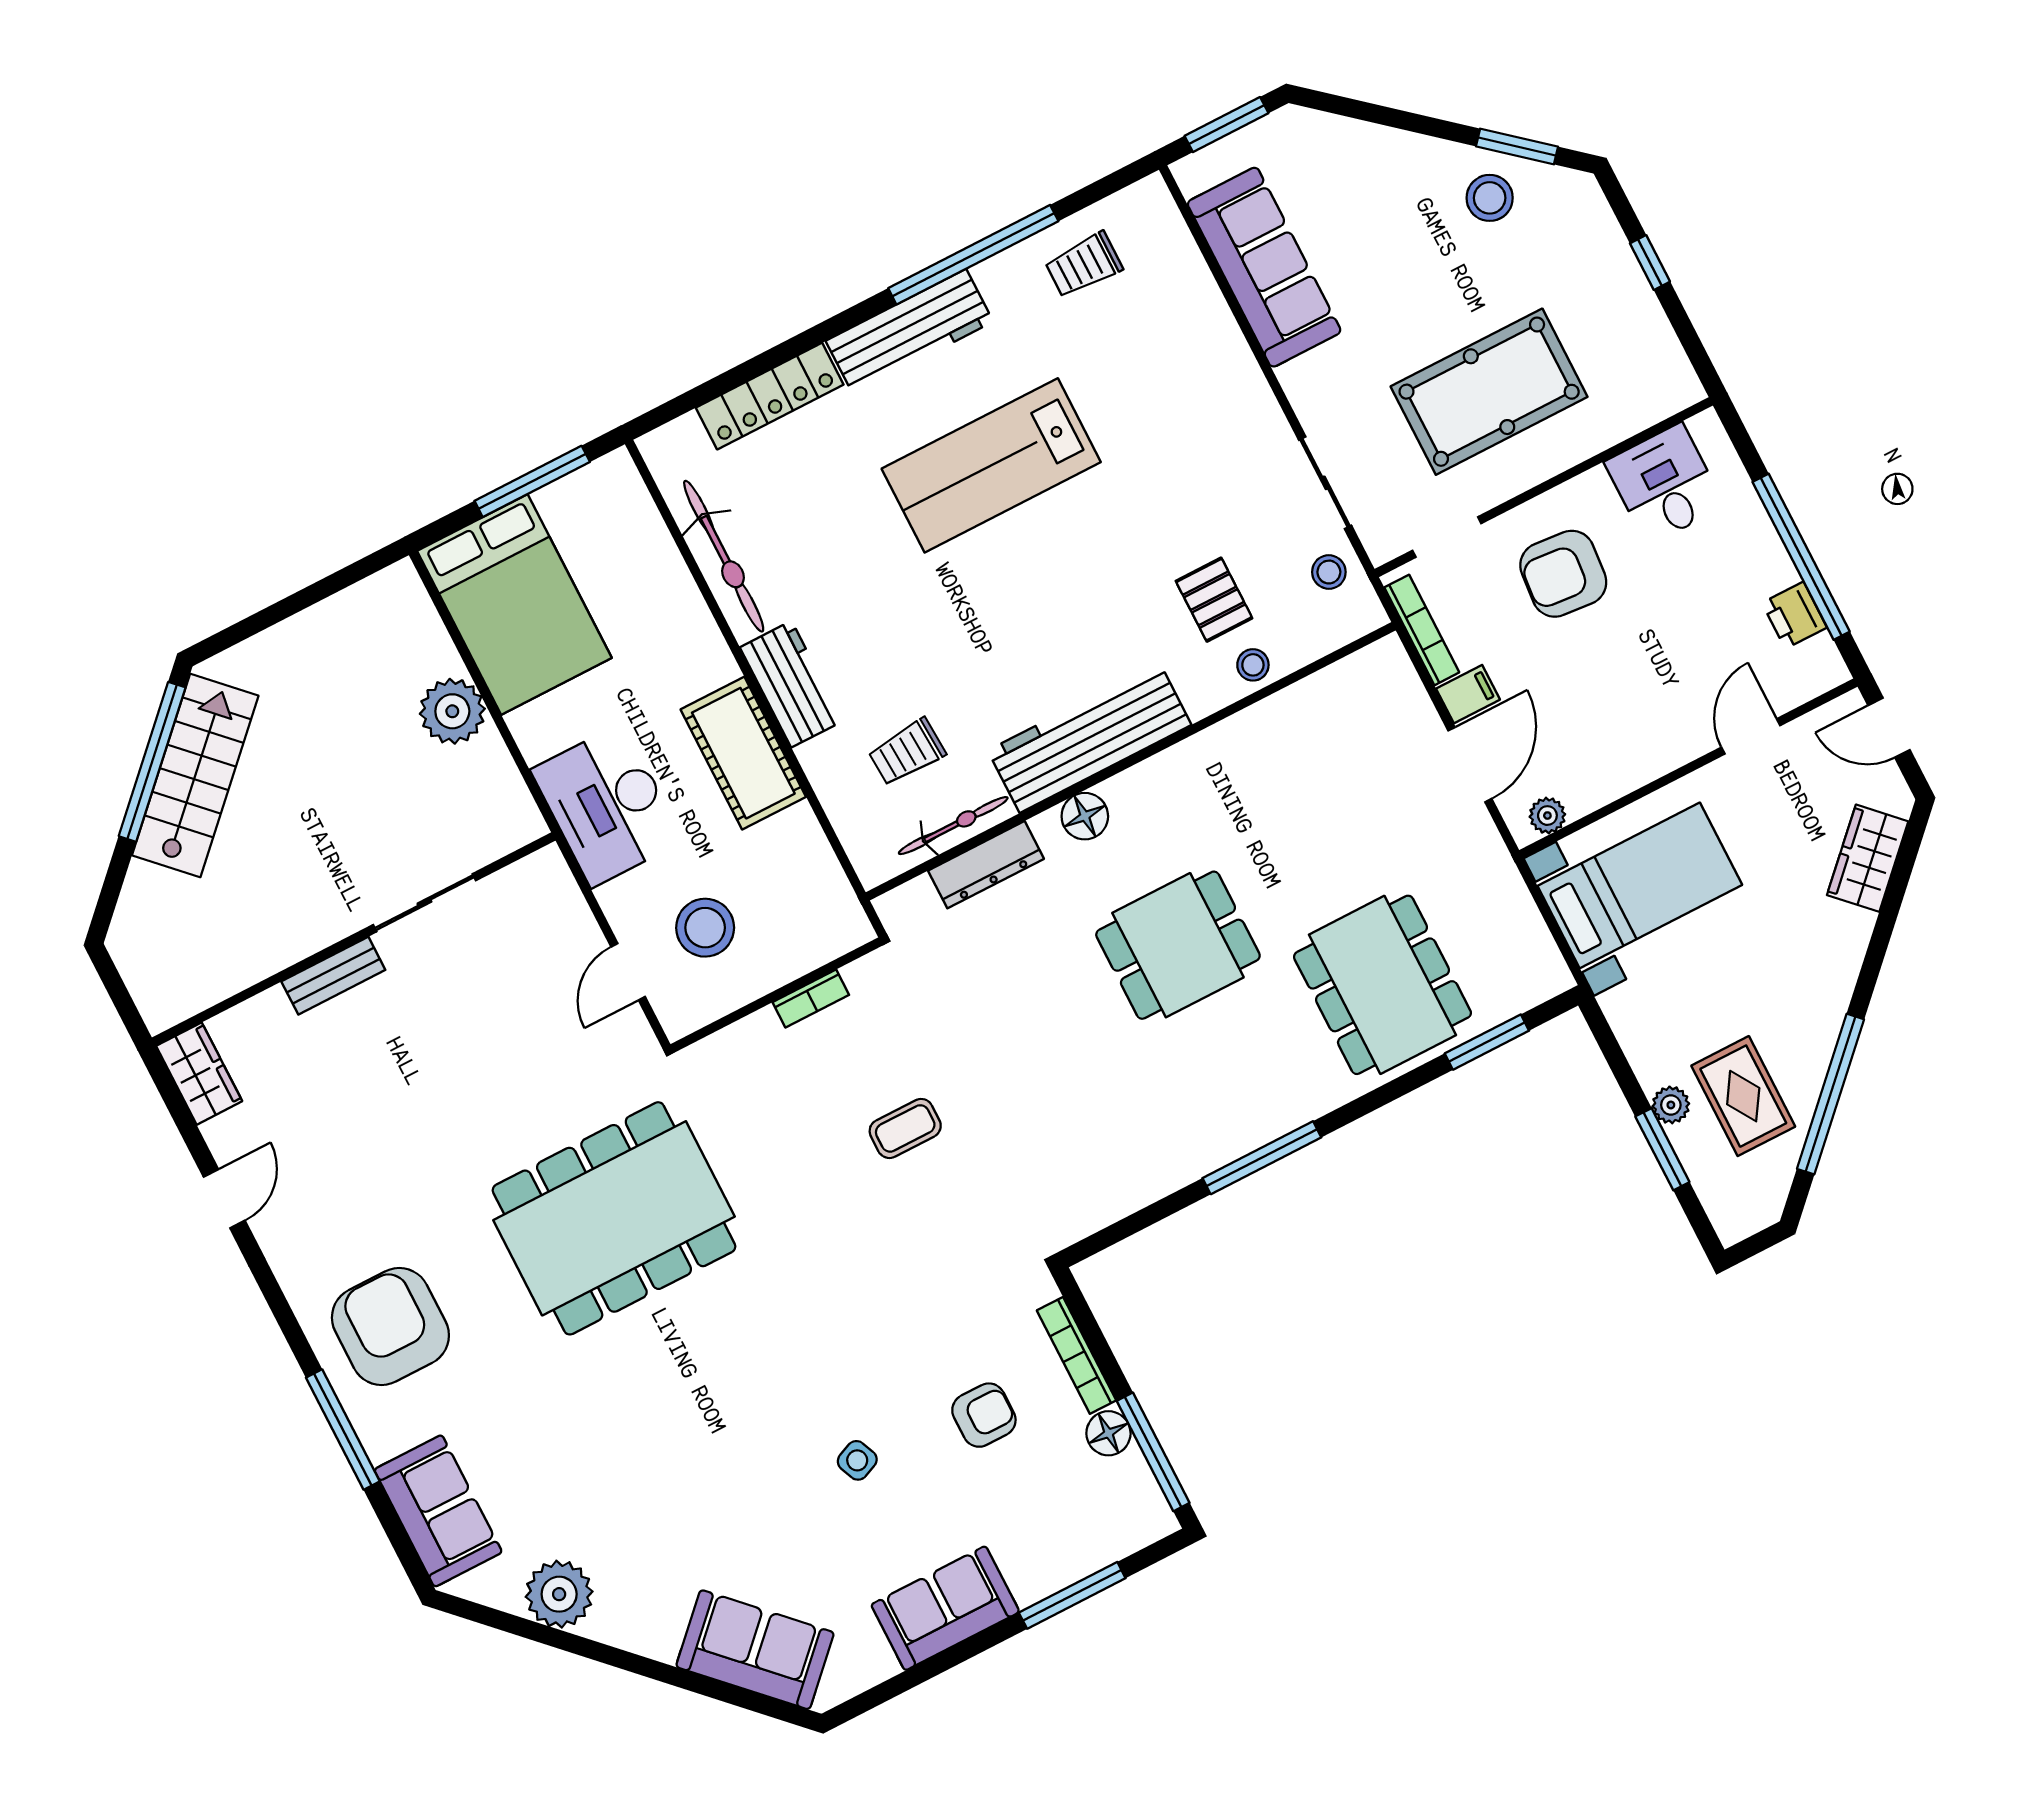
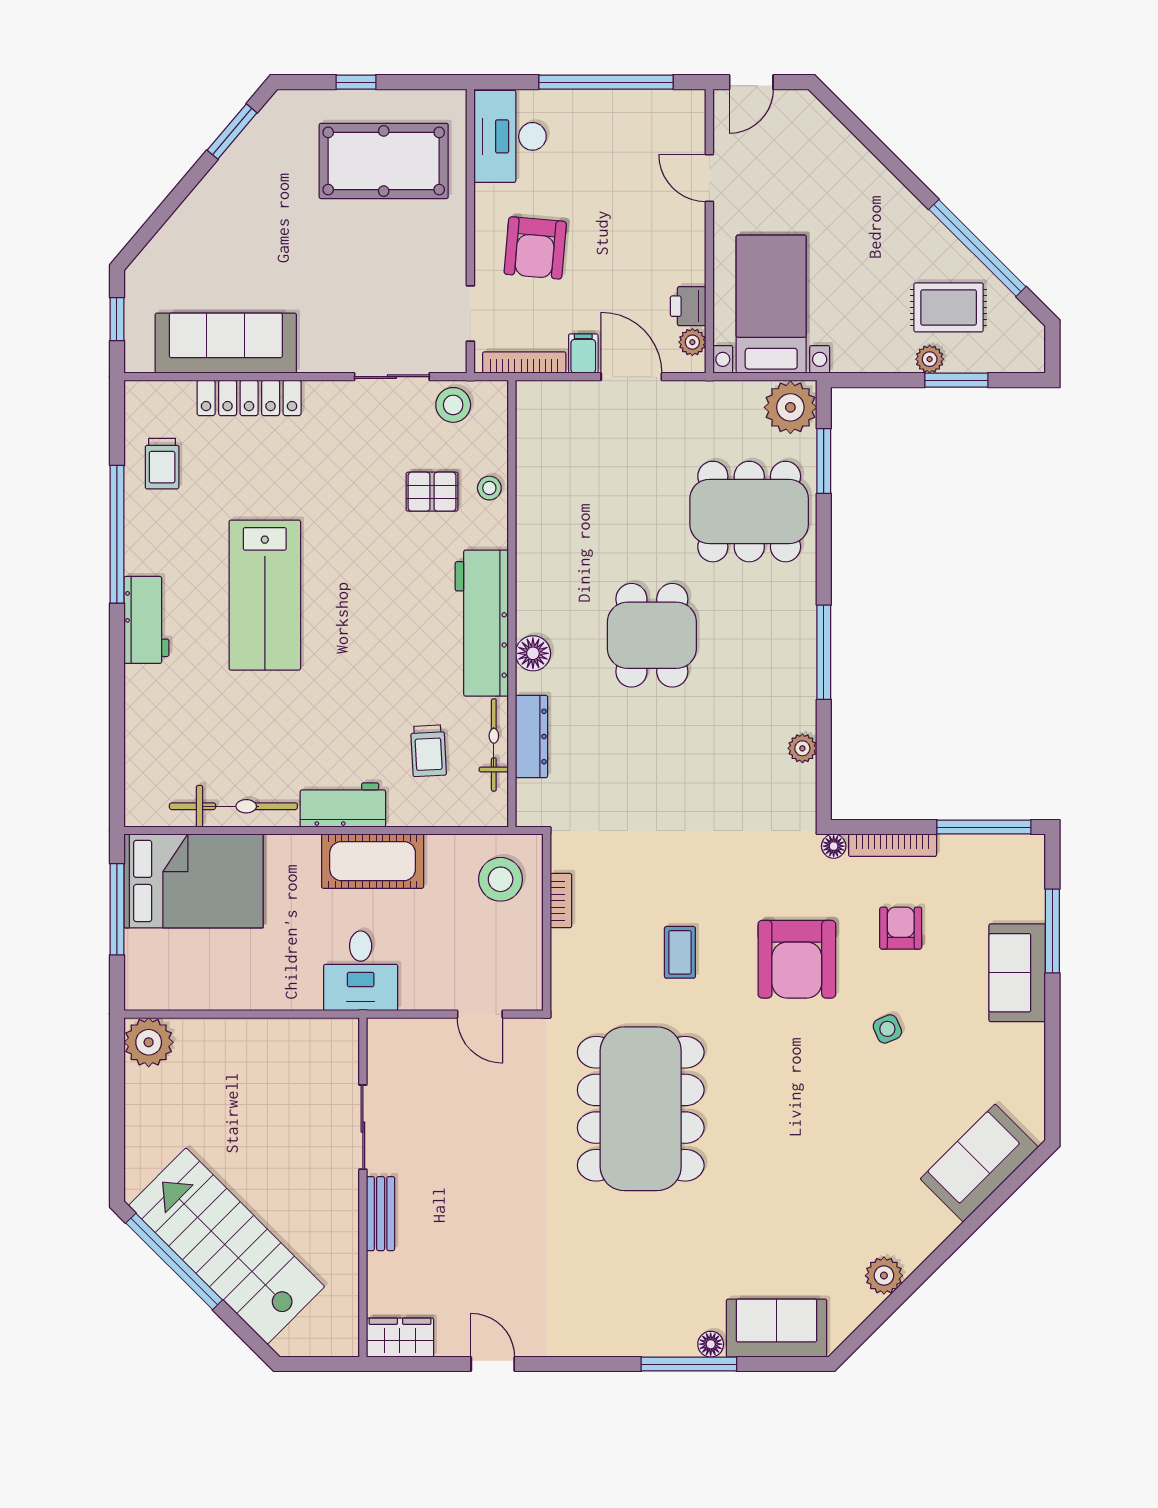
window: (1226, 125) -> (117, 319), width x0.67
stool: (1490, 198) -> (257, 168), removed
workbench: (909, 331) -> (146, 620), width x0.73
pool table: (1489, 392) -> (384, 161), moved, turned 90
locker: (770, 396) -> (249, 398), moved, turned 90
desk: (1665, 484) -> (510, 136), width x1.37
stool: (1329, 572) -> (453, 405), width x1.37, depth x1.37
bed: (514, 604) -> (194, 881), moved
printer: (1794, 615) -> (688, 306), moved, turned 90
plant: (452, 711) -> (149, 1042), moved
stairs: (195, 775) -> (227, 1246), width x1.36, depth x1.51
desk: (607, 805) -> (361, 971), width x0.73
wardrobe: (1868, 858) -> (832, 142), removed
stool: (705, 928) -> (501, 879), moved
plant: (1530, 970) -> (790, 407), added
coffee table: (905, 1128) -> (680, 952), moved
plant: (1136, 1191) -> (802, 748), added
armchair: (390, 1326) -> (797, 959), moved, turned -90
floor lamp: (1108, 1433) -> (834, 846), moved, width x0.73, depth x0.73
floor lamp: (379, 1443) -> (711, 1344), added
plant: (559, 1594) -> (884, 1276), width x0.73, depth x0.73
sofa: (945, 1608) -> (1017, 973), moved

